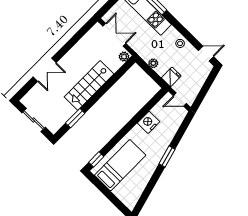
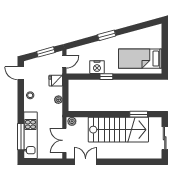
double door: (45, 70) -> (86, 162), moved
stairs: (89, 85) -> (118, 130), width x1.36, depth x1.51
window: (203, 92) -> (46, 52), added
door: (180, 100) -> (64, 62), hinge flipped
window: (96, 159) -> (106, 77), moved

